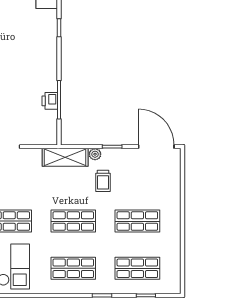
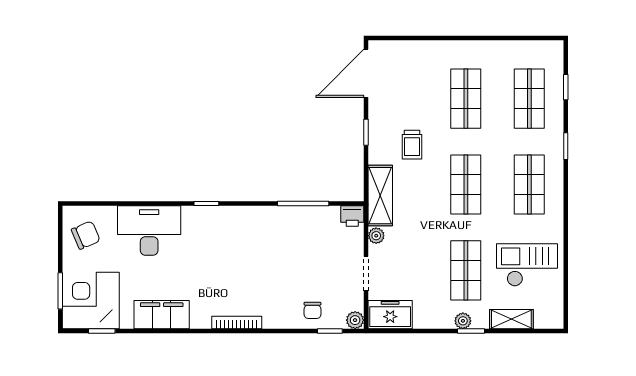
printer: (50, 101) -> (352, 216), moved
plant: (95, 154) -> (376, 236), moved
trolley: (103, 181) -> (412, 145), turned 90

